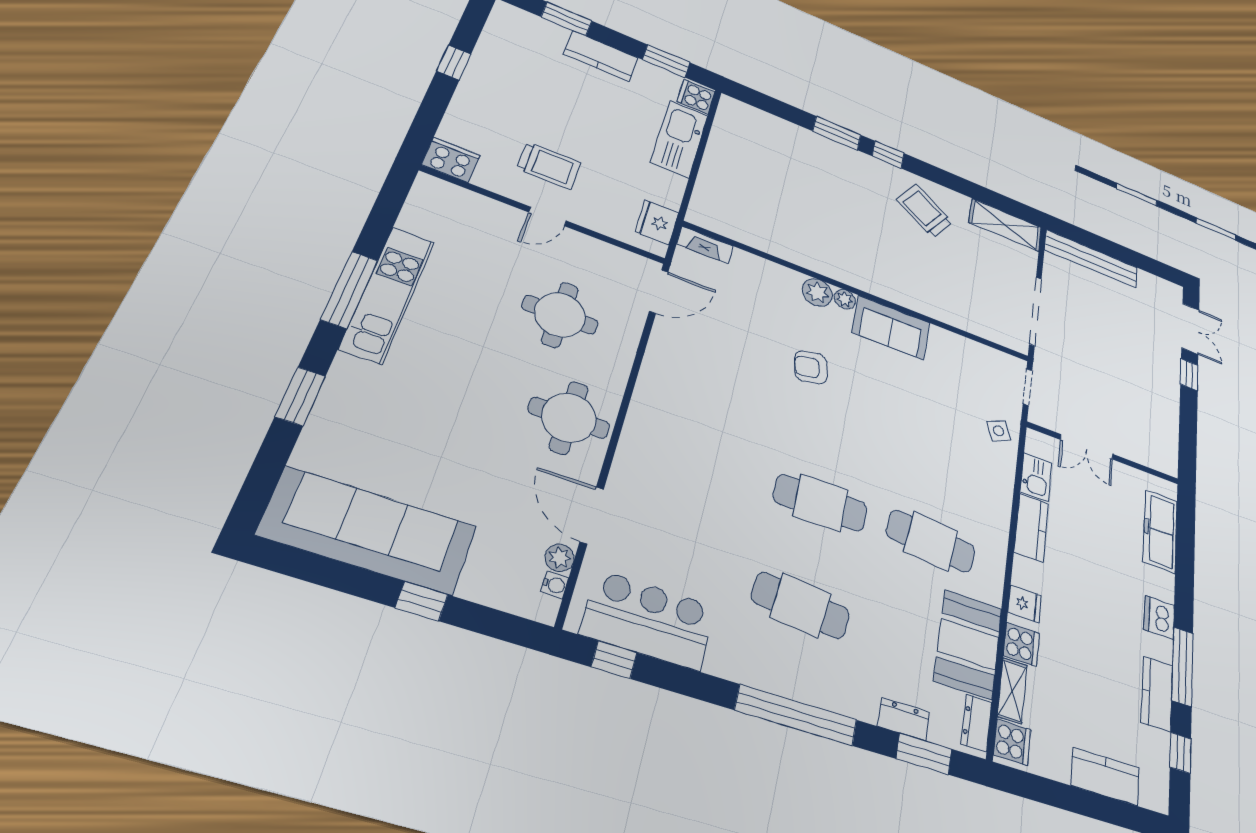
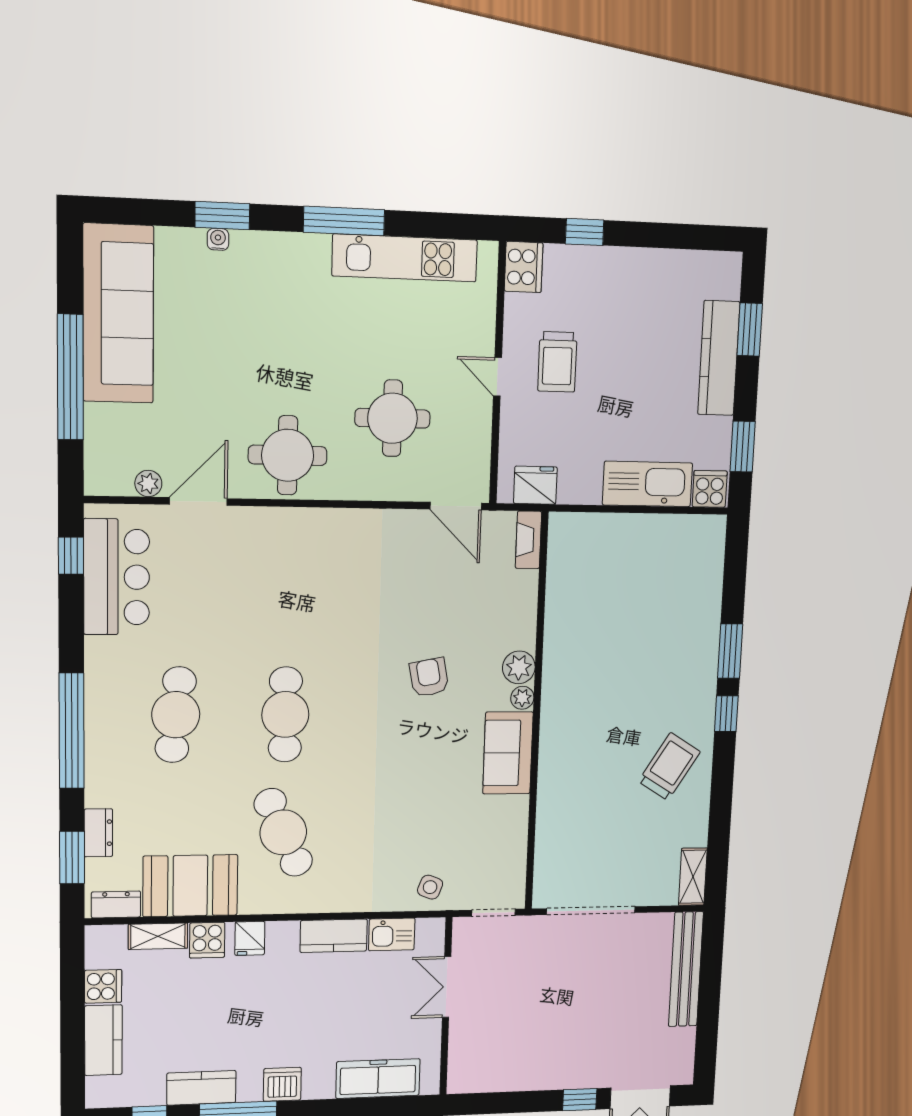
kitchen counter: (601, 56) -> (719, 358), width x1.50
window: (454, 63) -> (585, 232), moved
shelving: (1006, 225) -> (693, 877), width x0.67, depth x0.75
kitchen unit: (388, 294) -> (405, 258), moved
side table: (999, 431) -> (430, 887), turned 45
cafe table: (931, 541) -> (283, 832), turned -30
water cooler: (555, 585) -> (218, 239), moved, turned 180
window: (422, 601) -> (70, 377), width x3.17
cooker: (1012, 742) -> (103, 986), moved, turned -90

